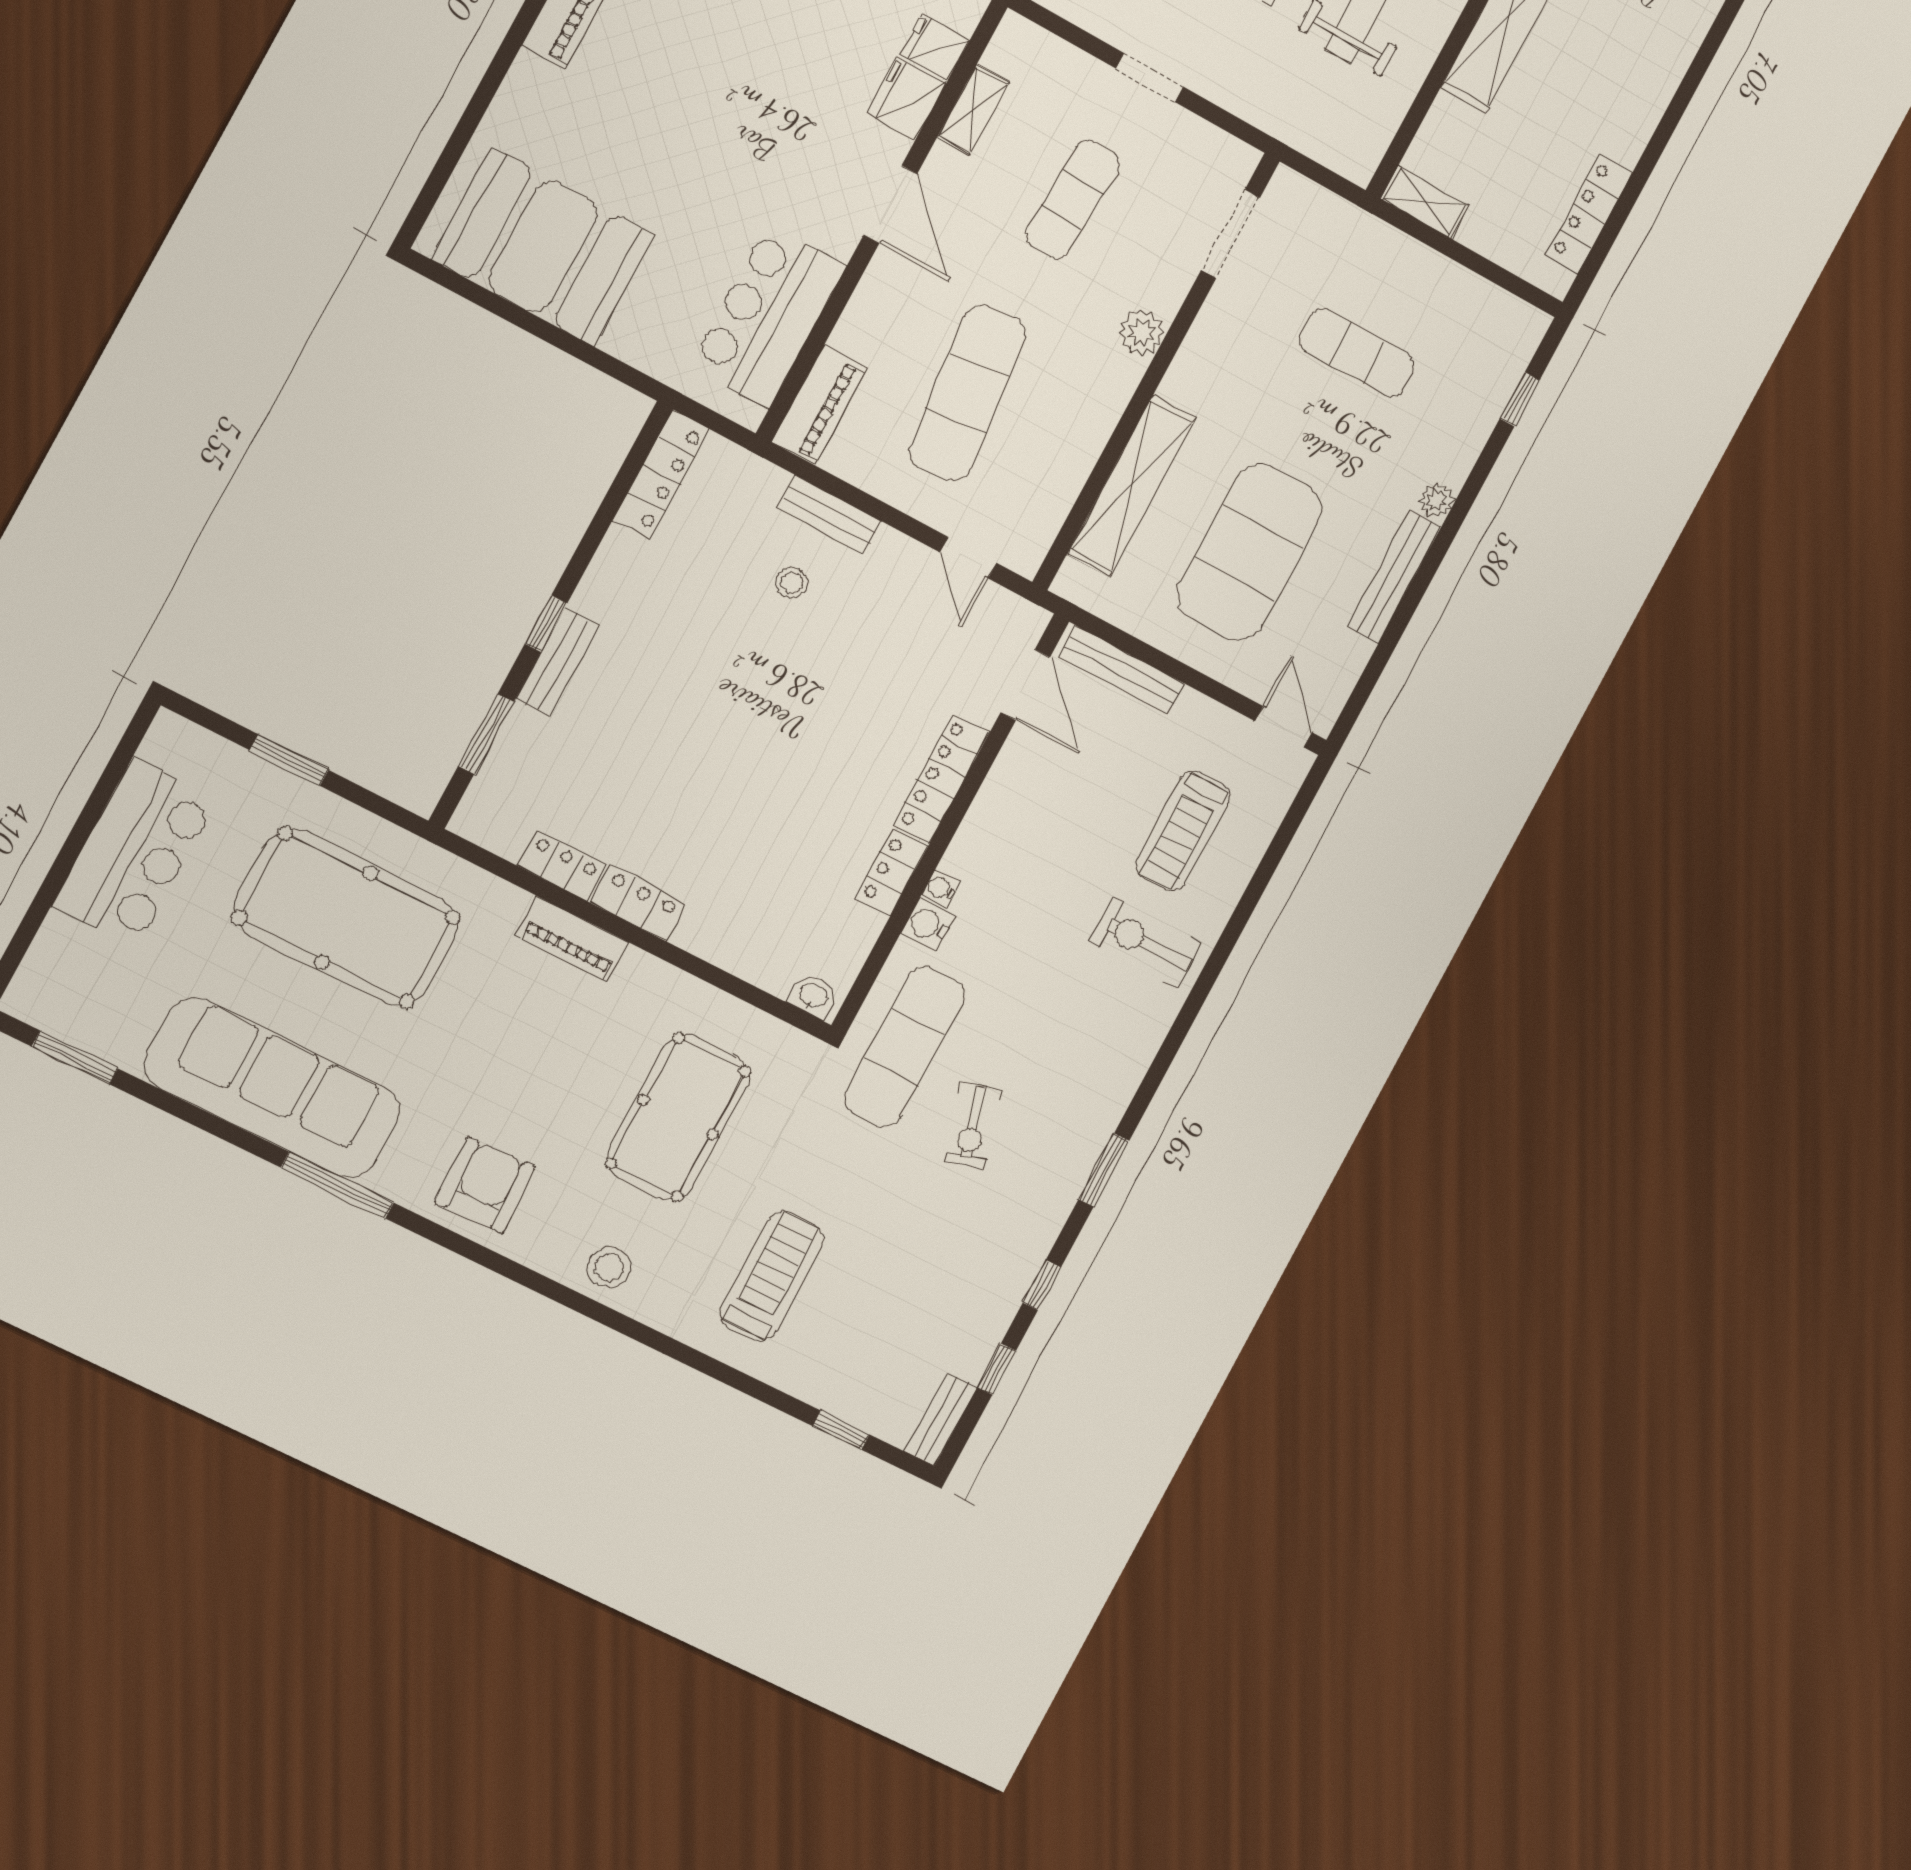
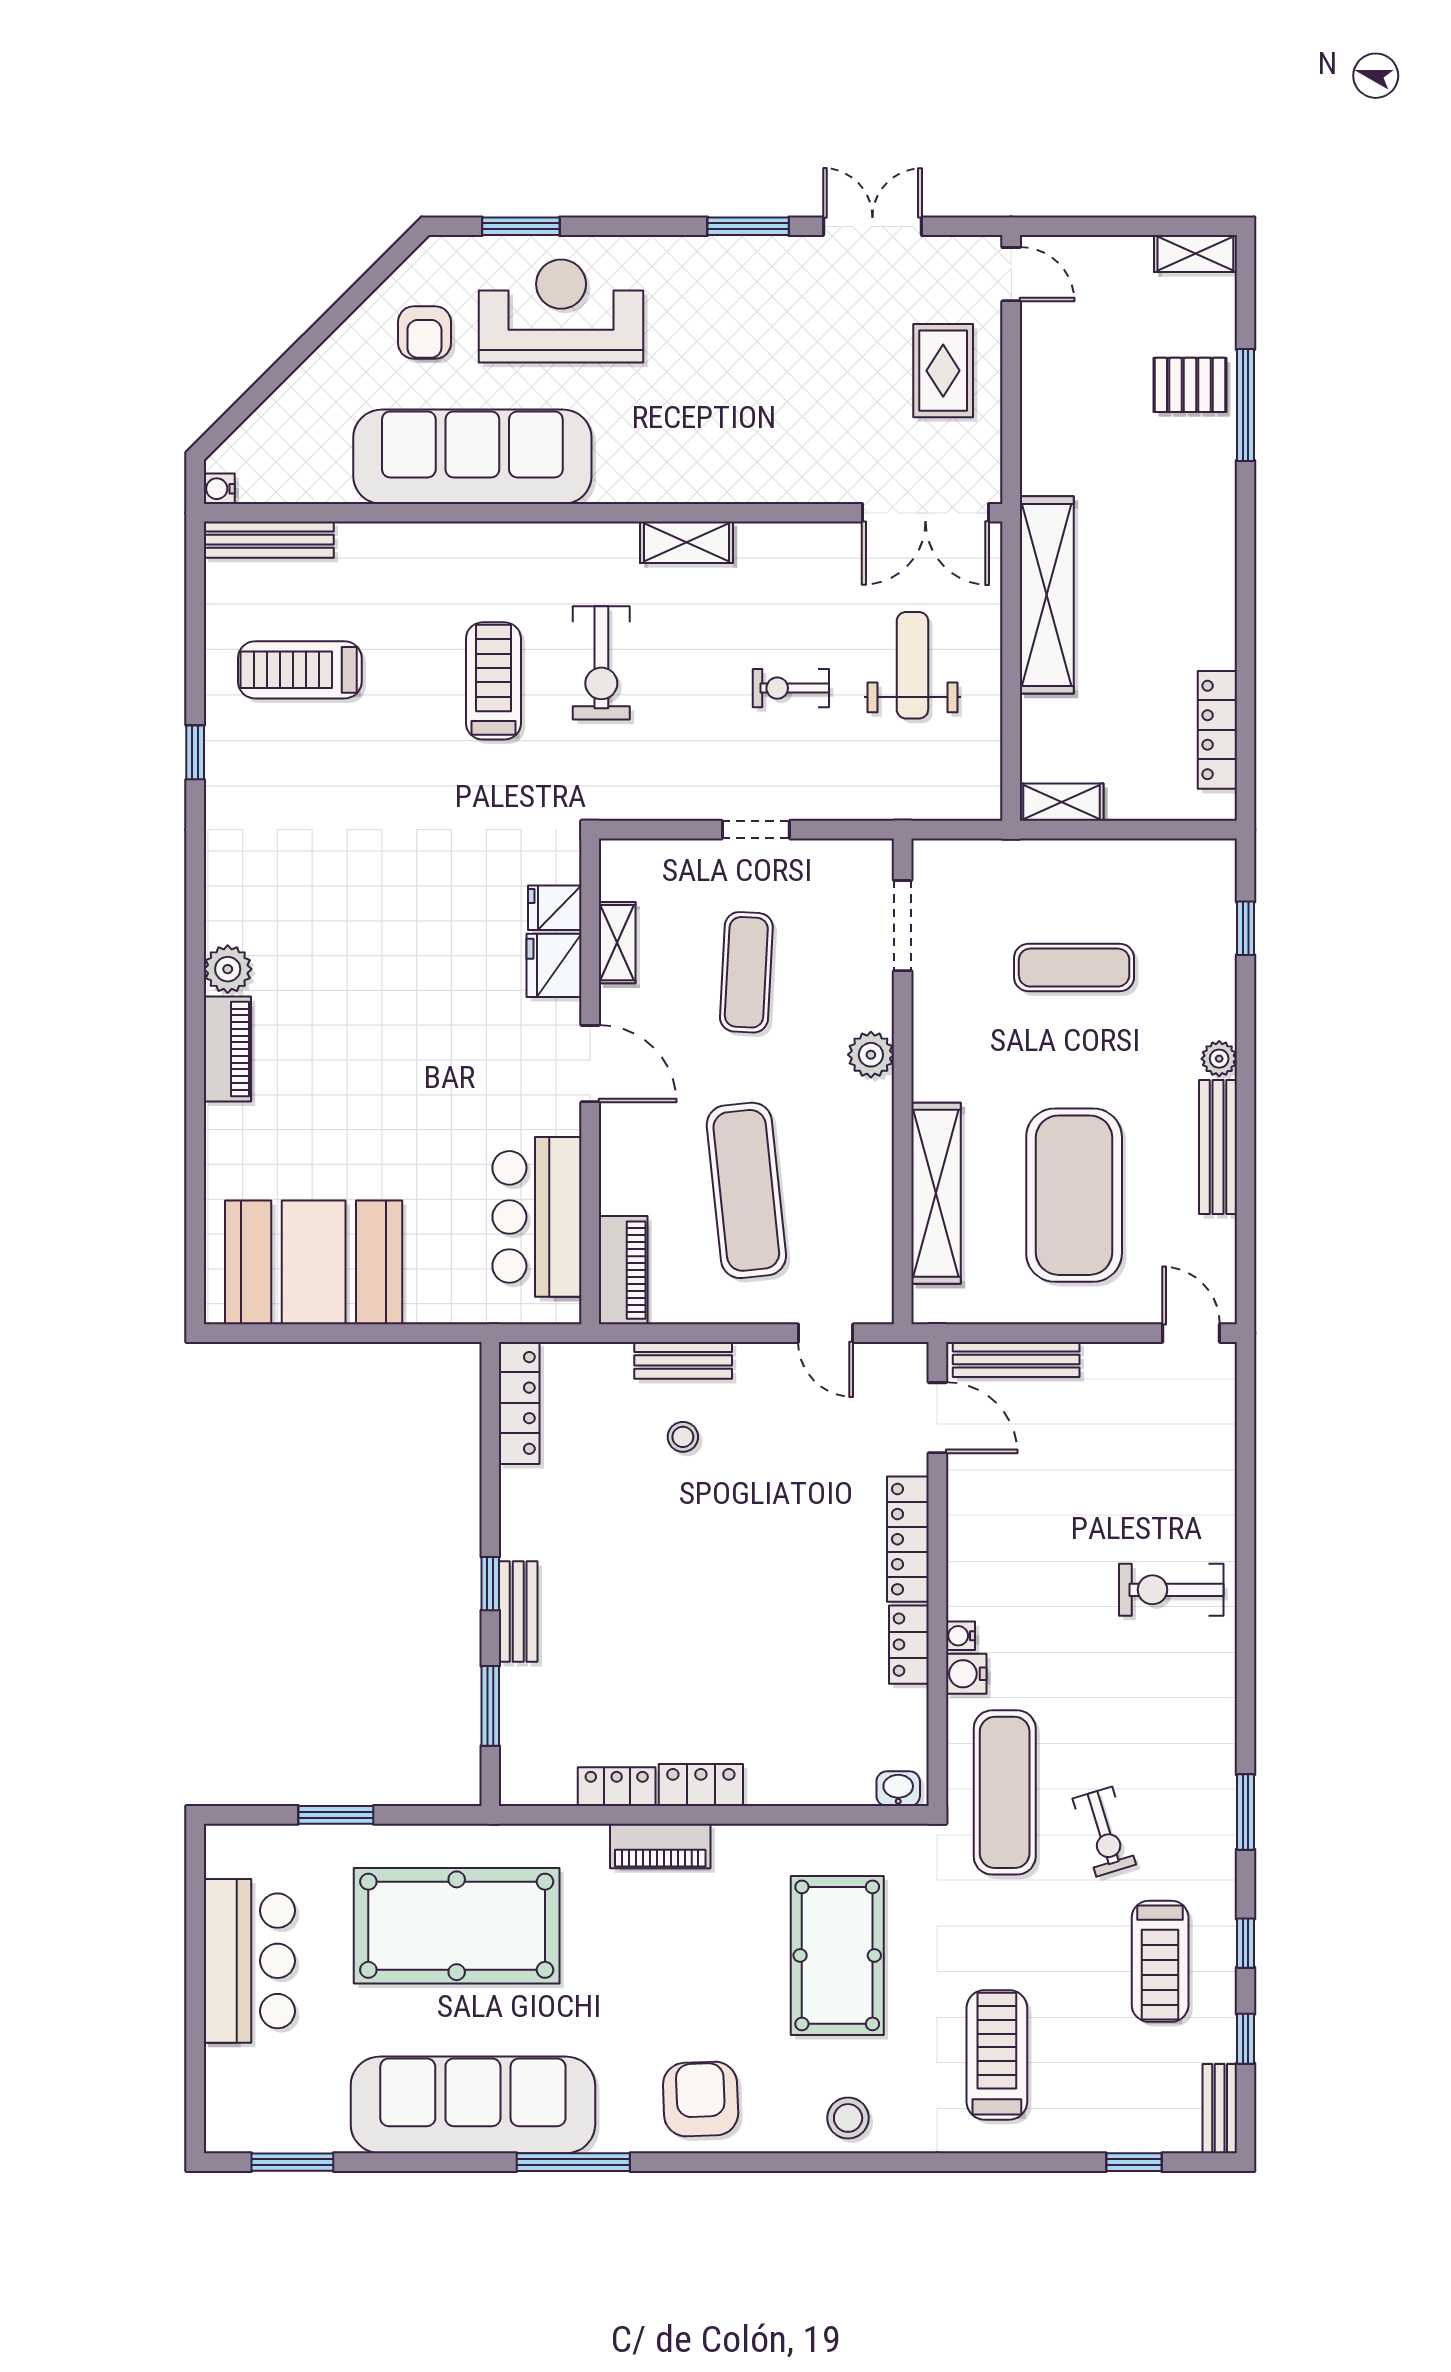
treadmill: (1183, 831) -> (1160, 1961), moved

